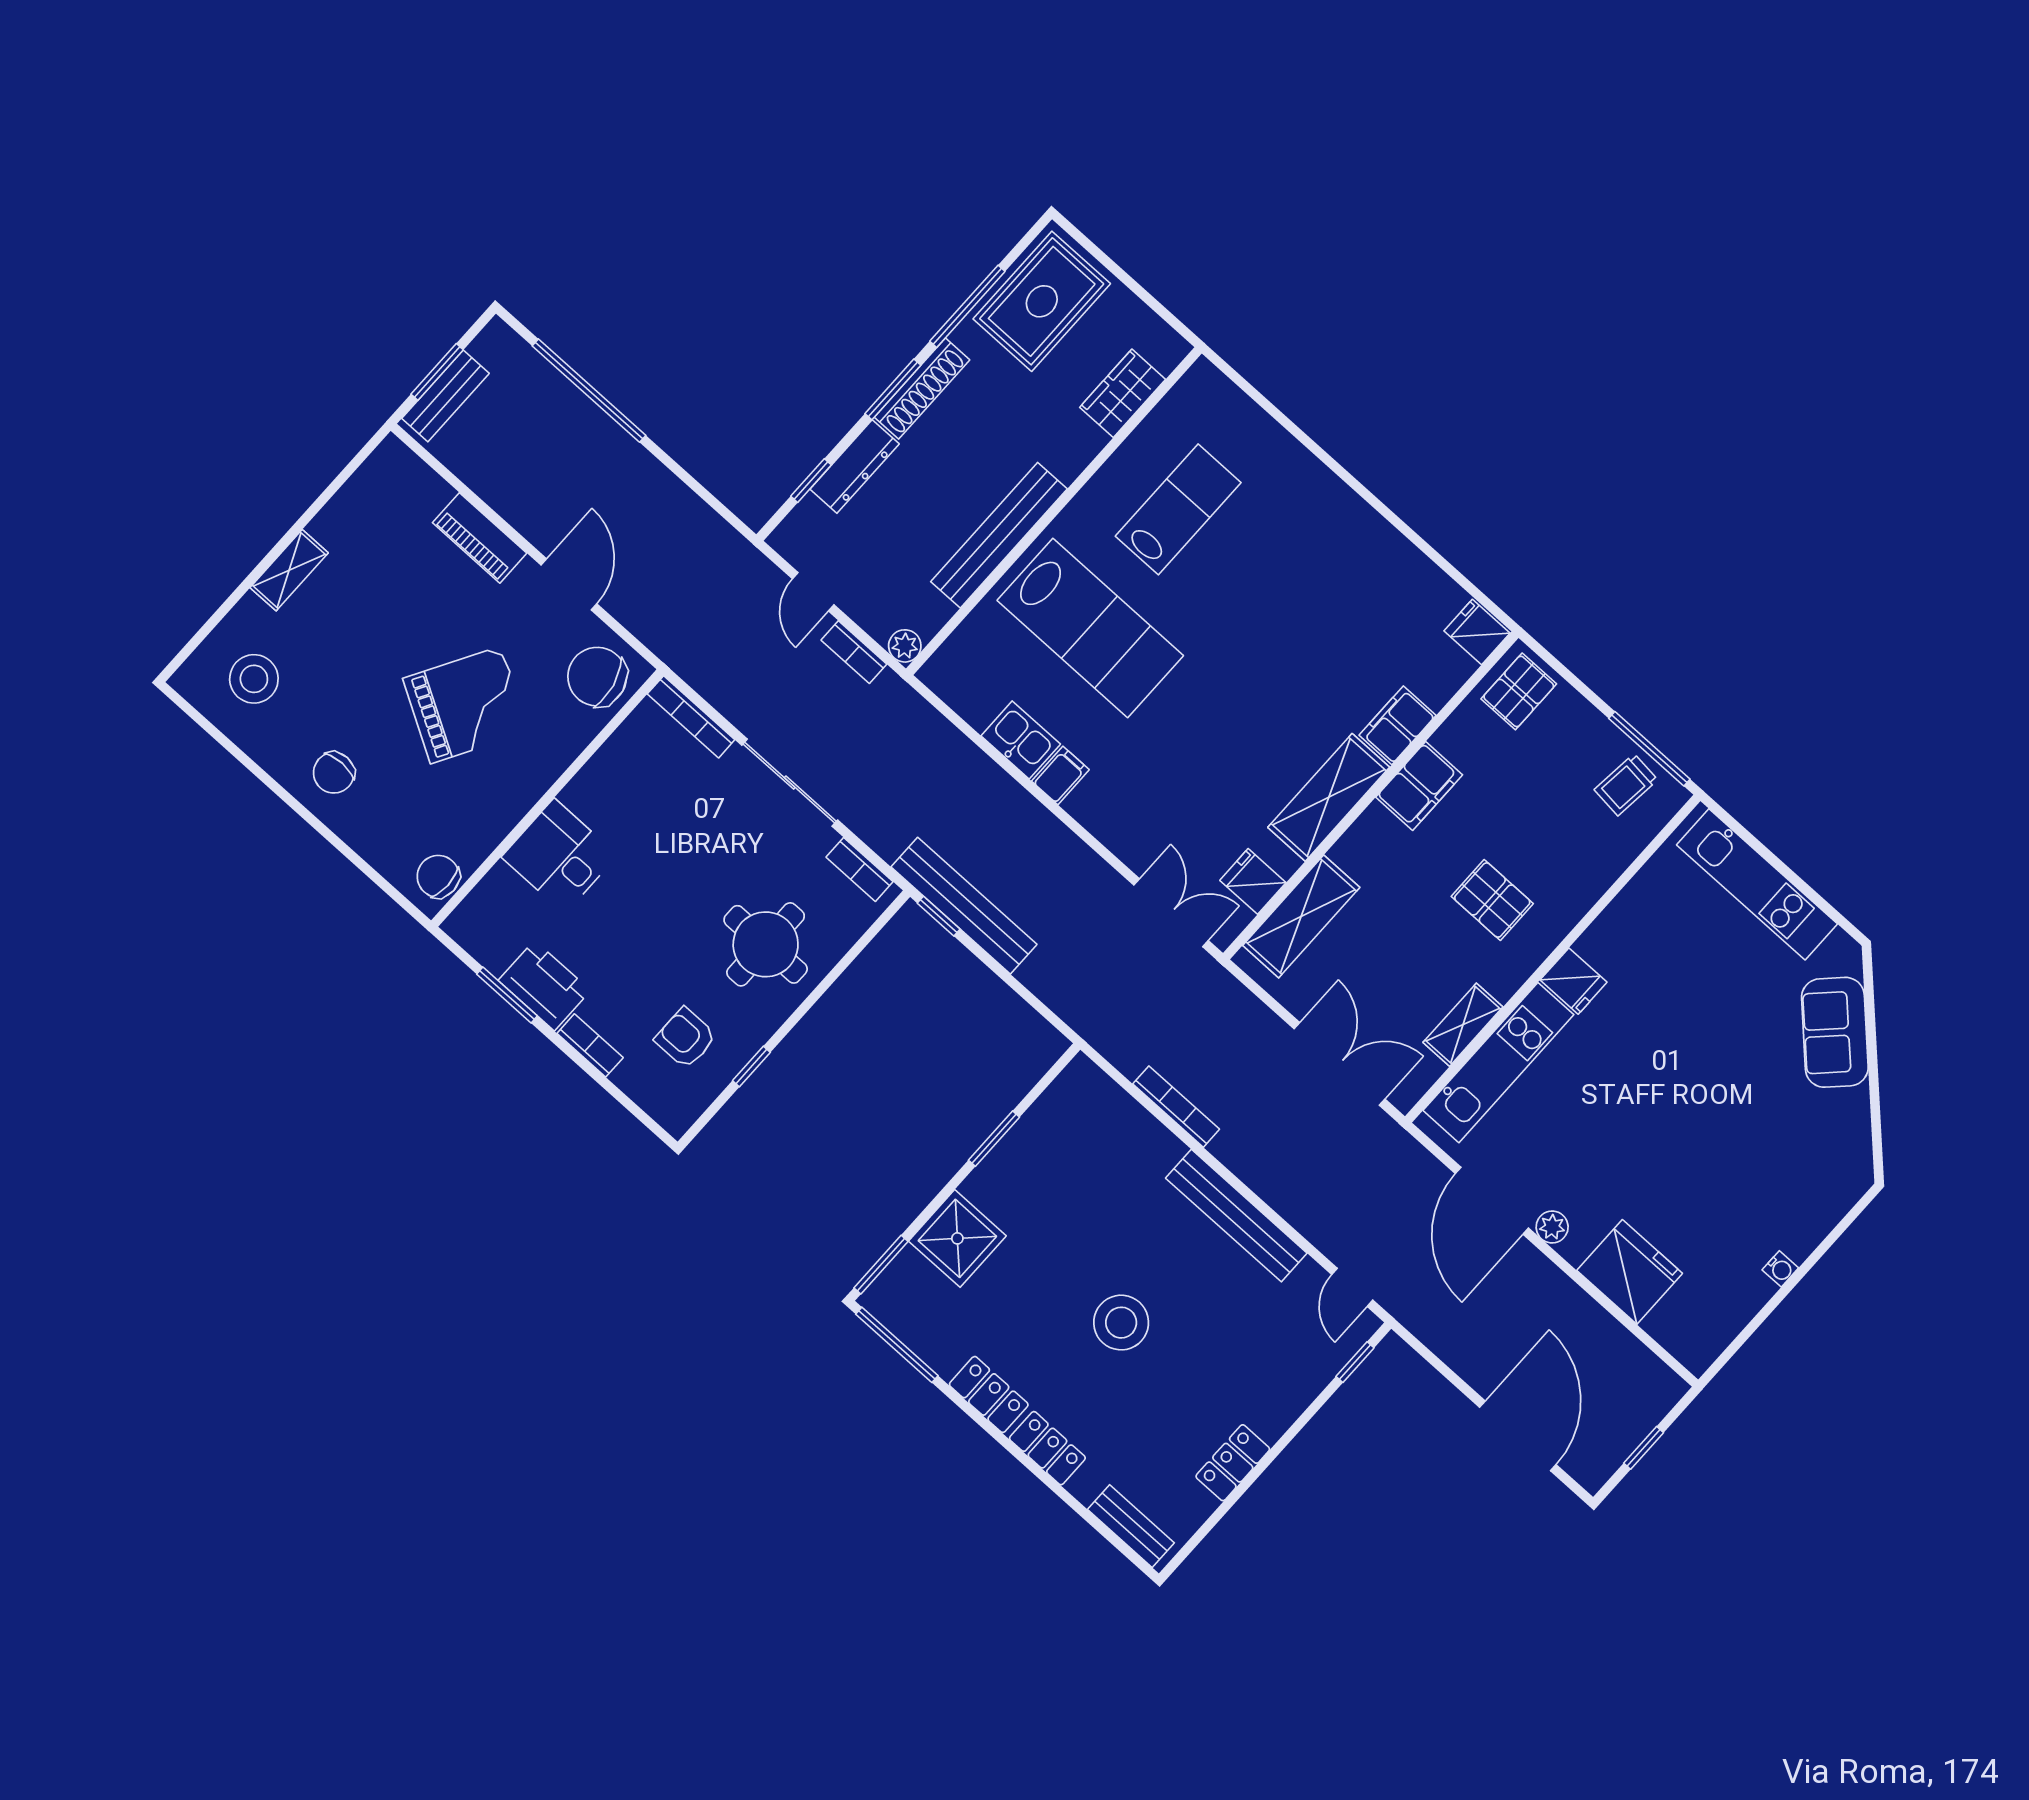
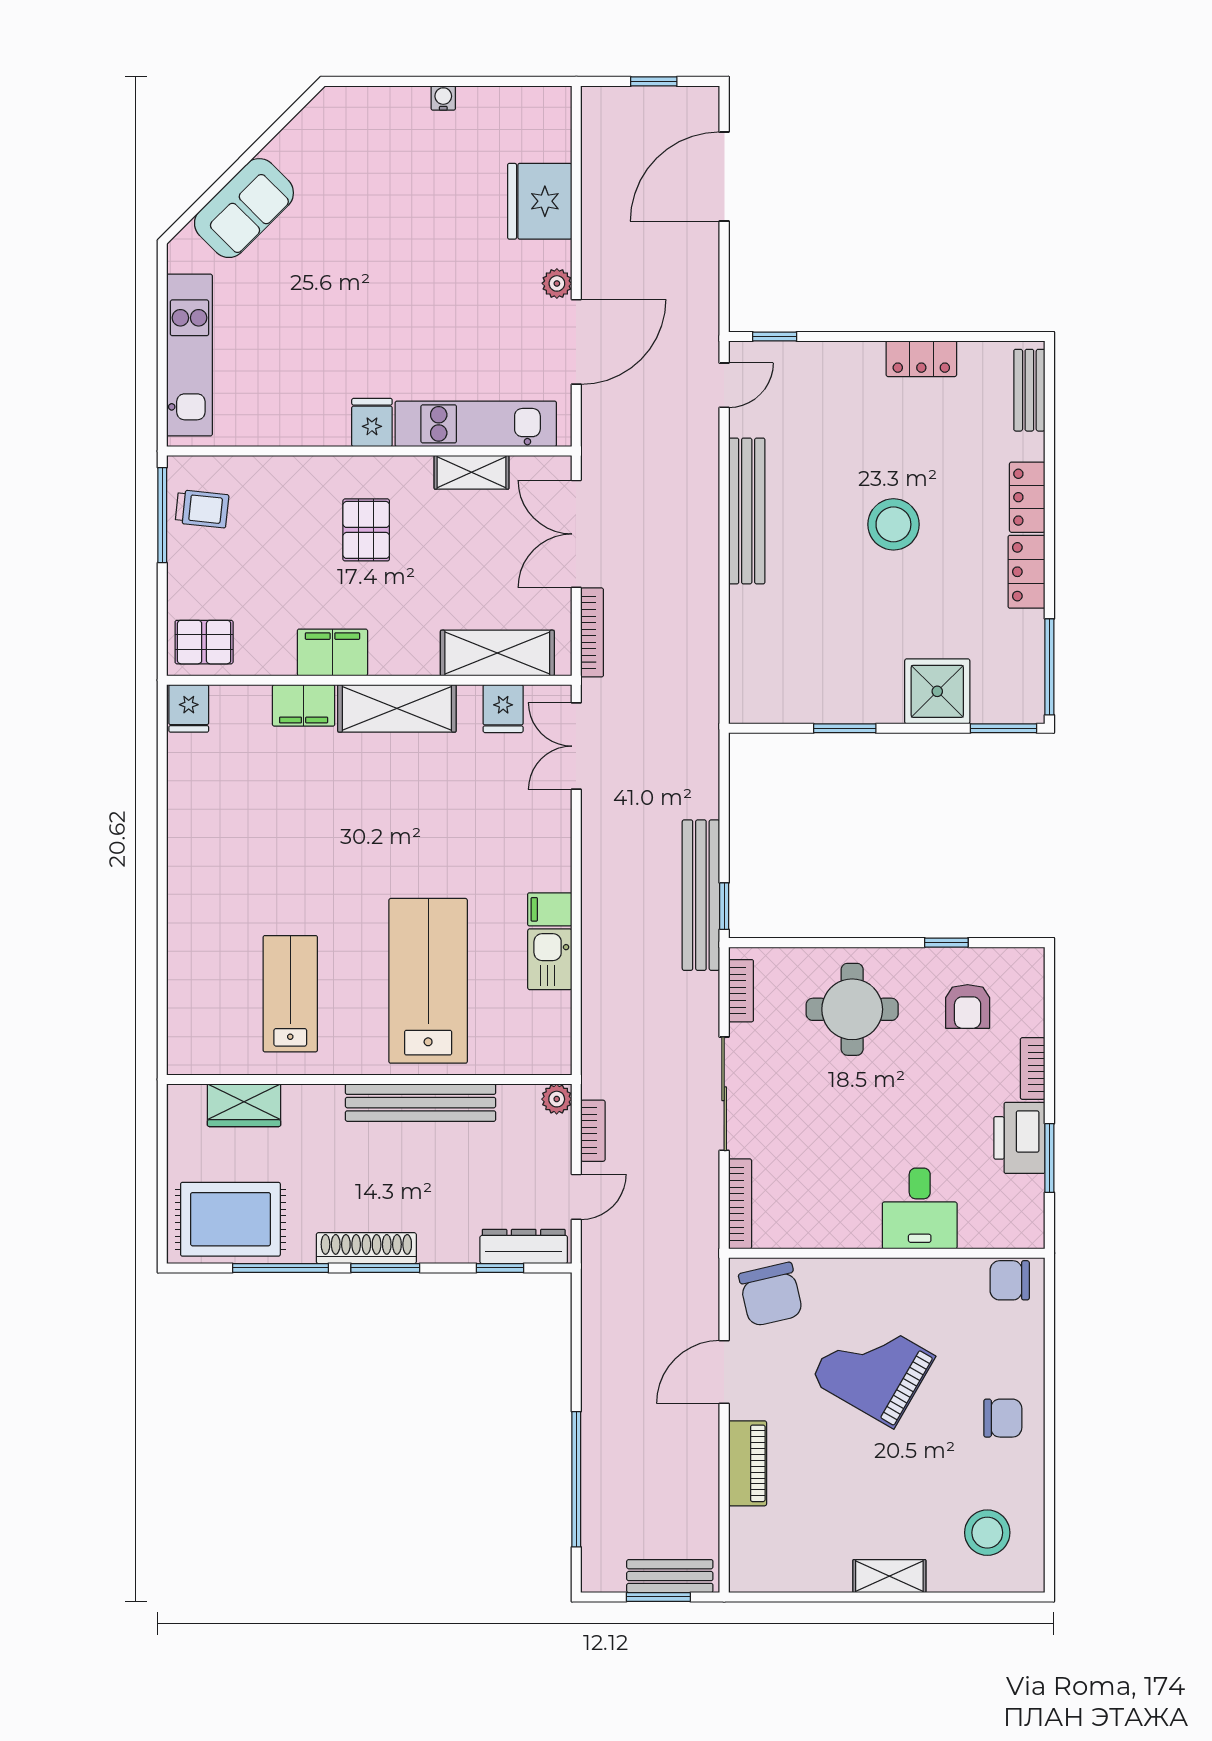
dresser: (855, 467) -> (524, 1246), moved
lab bench: (1178, 509) -> (290, 994), turned 90
chair: (438, 876) -> (1010, 1280), turned 90
bookcase: (1176, 1107) -> (592, 632), moved, turned 180

